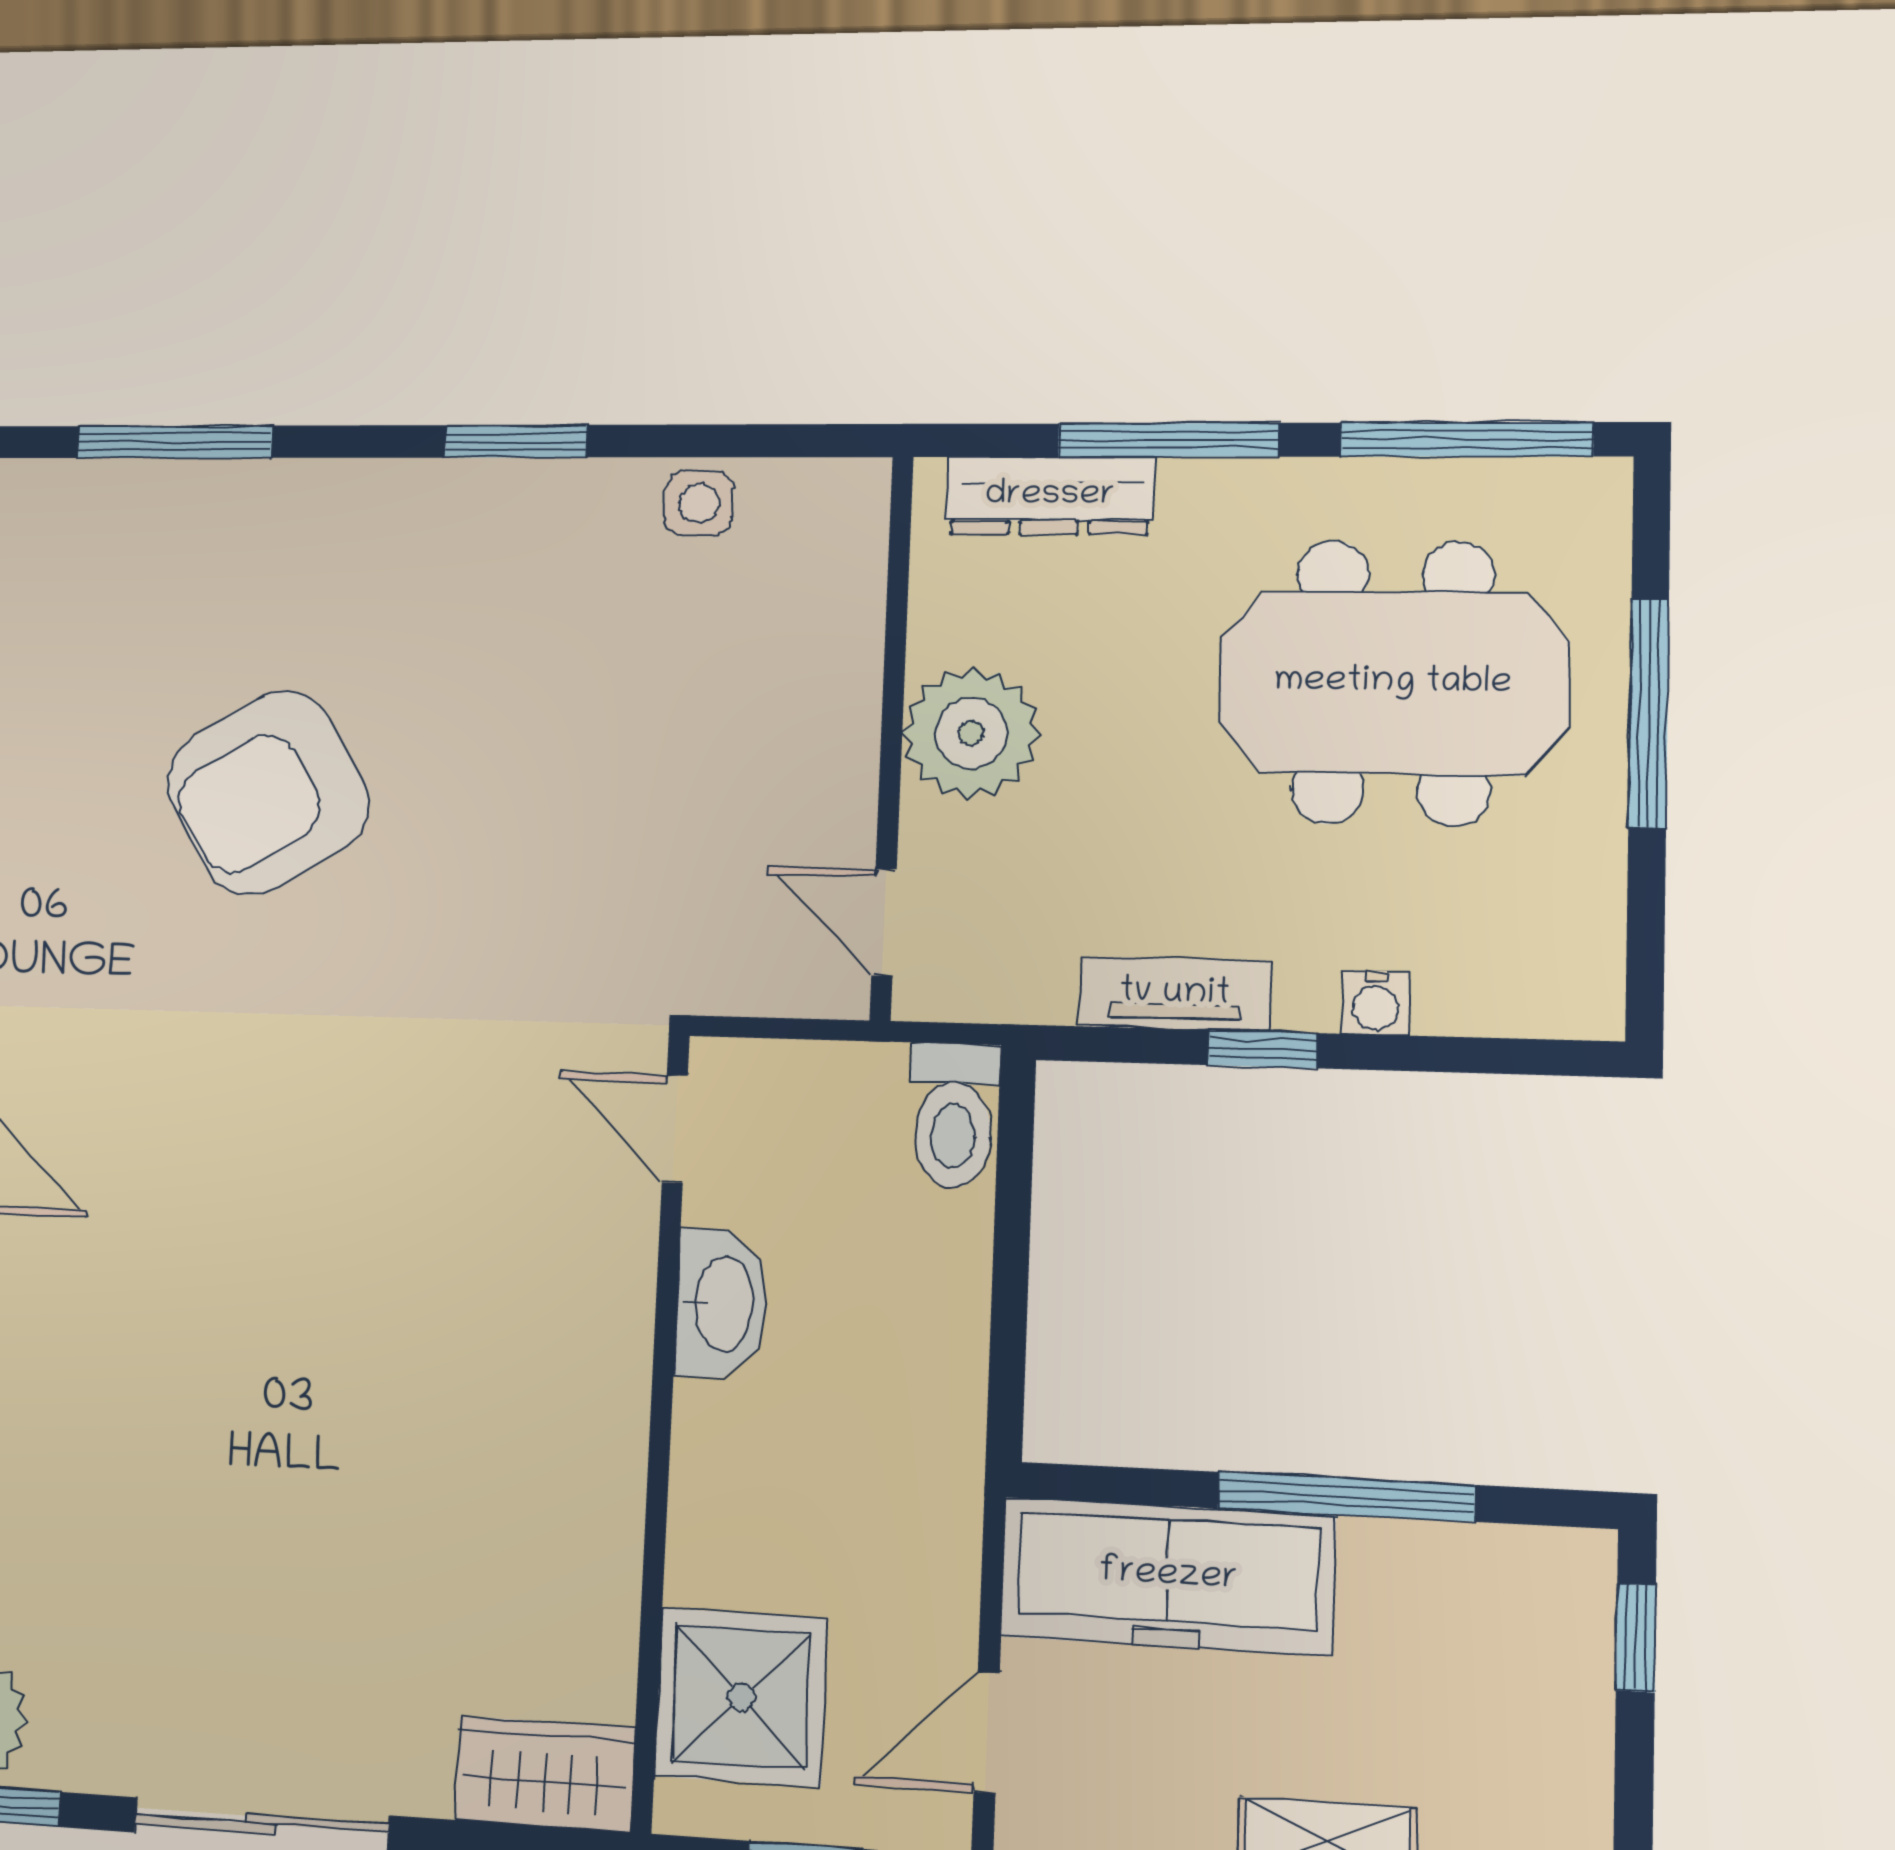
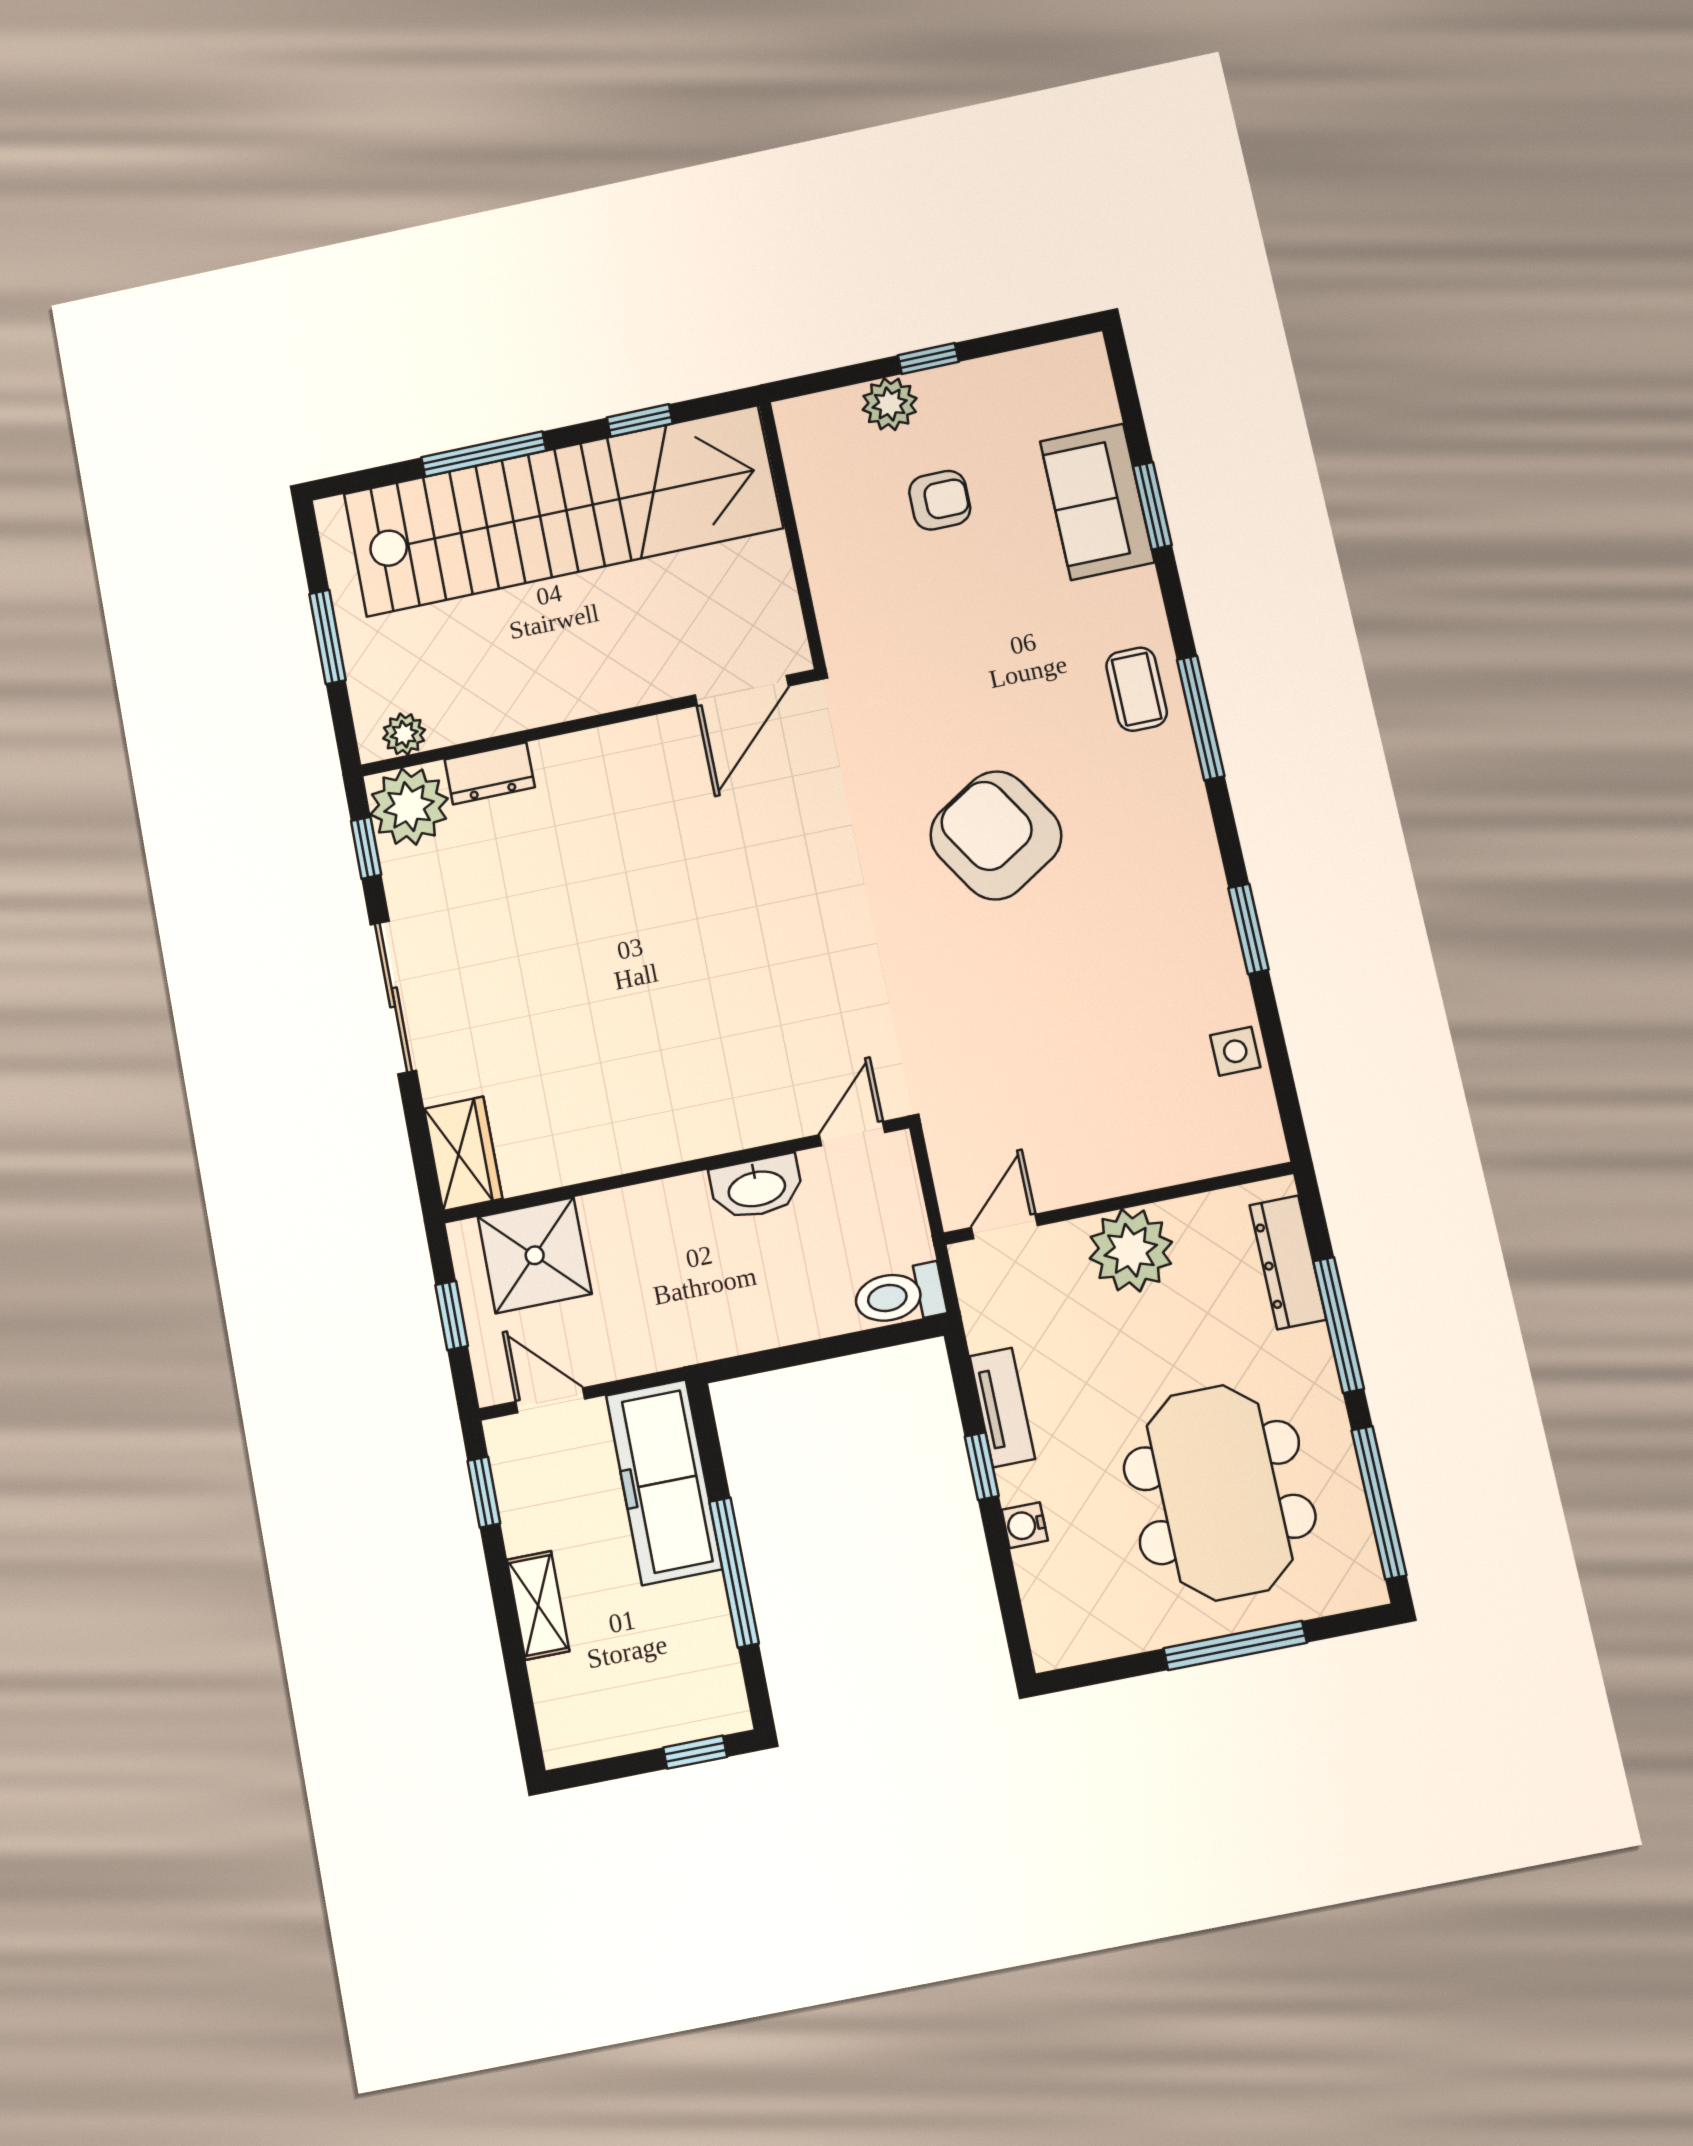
coffee table: (105, 528) -> (1137, 689), added

